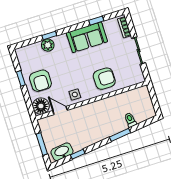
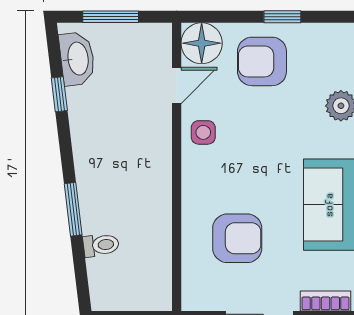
armchair: (104, 79) -> (237, 238), moved, turned -90

